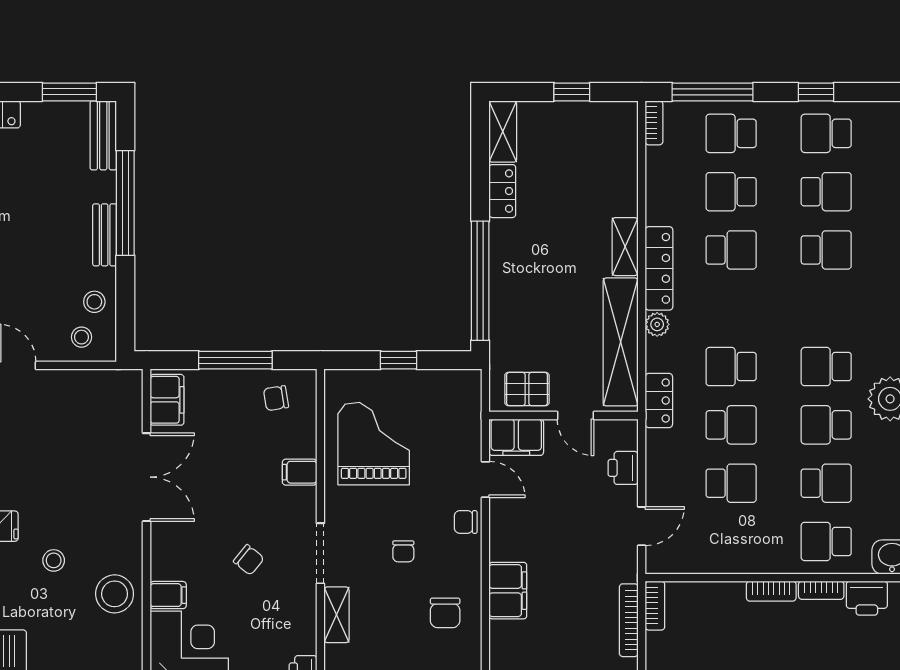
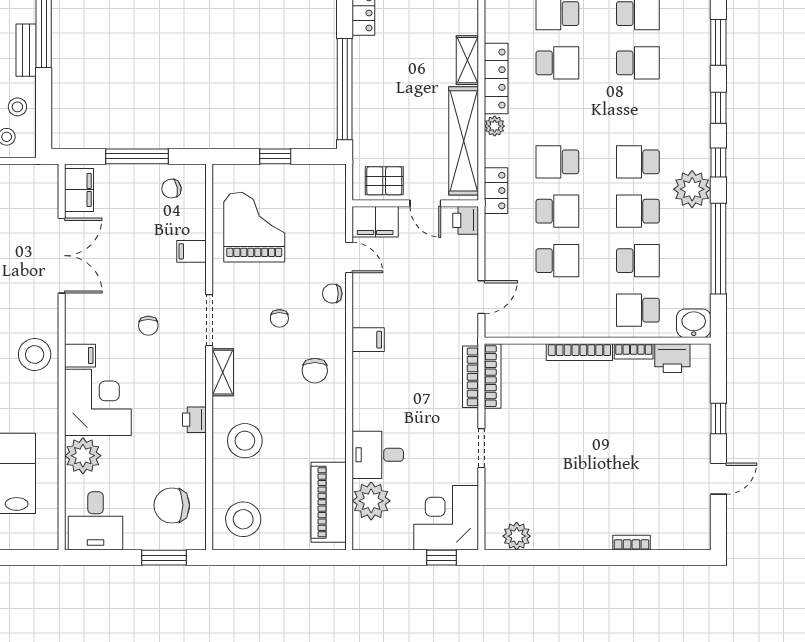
printer: (623, 468) -> (466, 220), moved
chair: (249, 560) -> (148, 326), turned 51
filing cabinet: (508, 591) -> (368, 340), width x0.50
bookcase: (771, 591) -> (579, 352), width x1.56
bookcase: (655, 606) -> (493, 376), width x1.56

